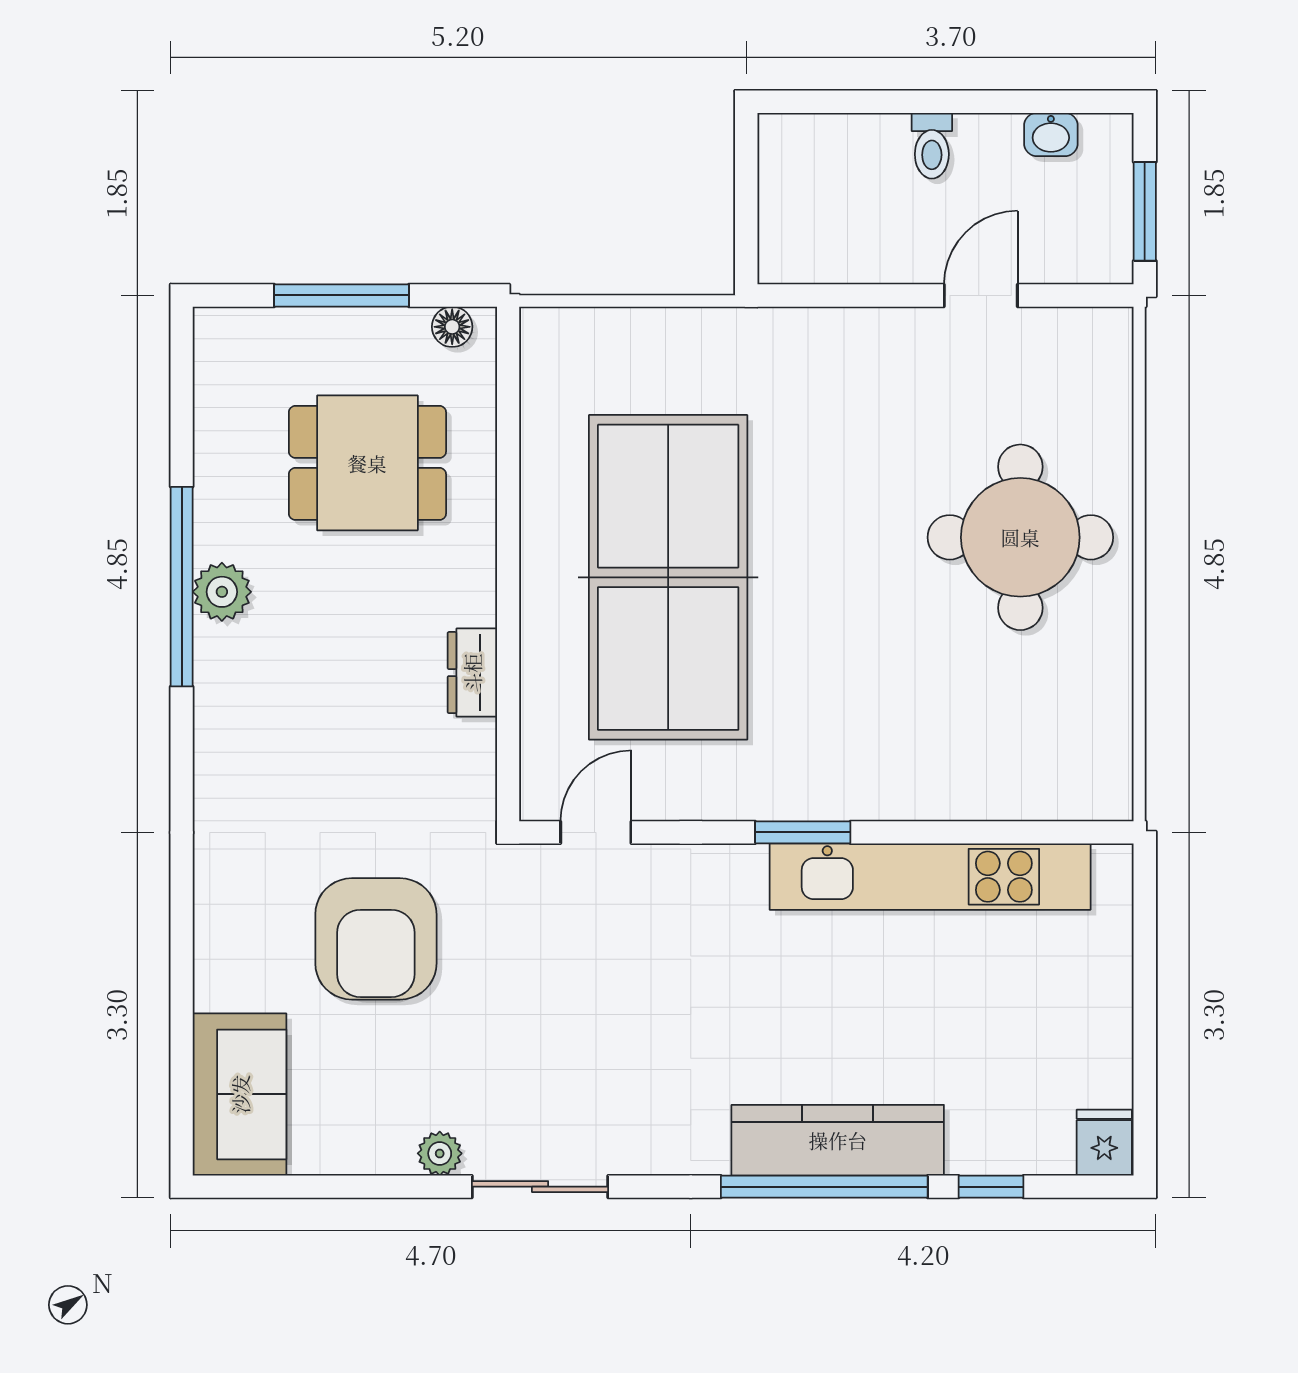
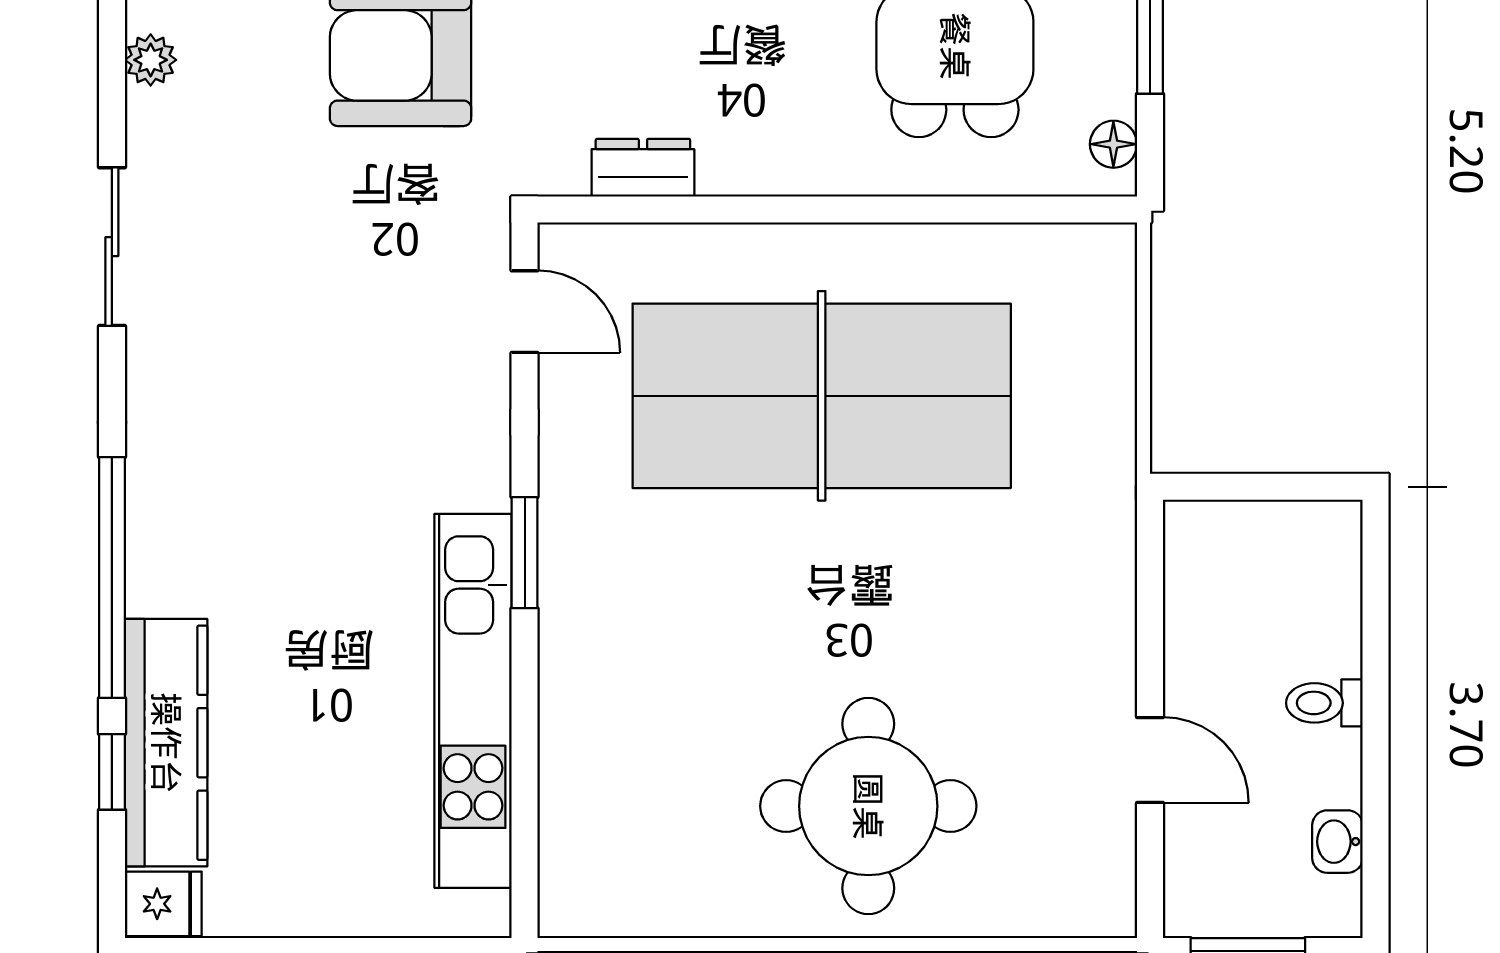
dresser: (472, 673) -> (643, 168), moved
kitchen counter: (838, 1140) -> (166, 743), moved
plant: (440, 1153) -> (151, 60), moved

